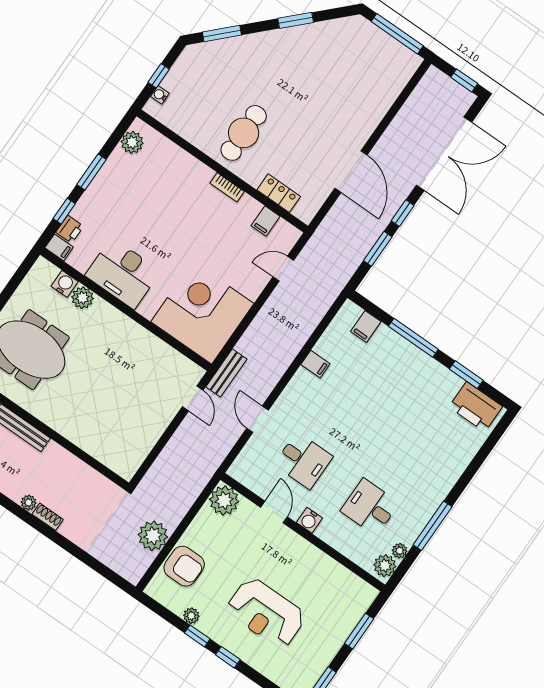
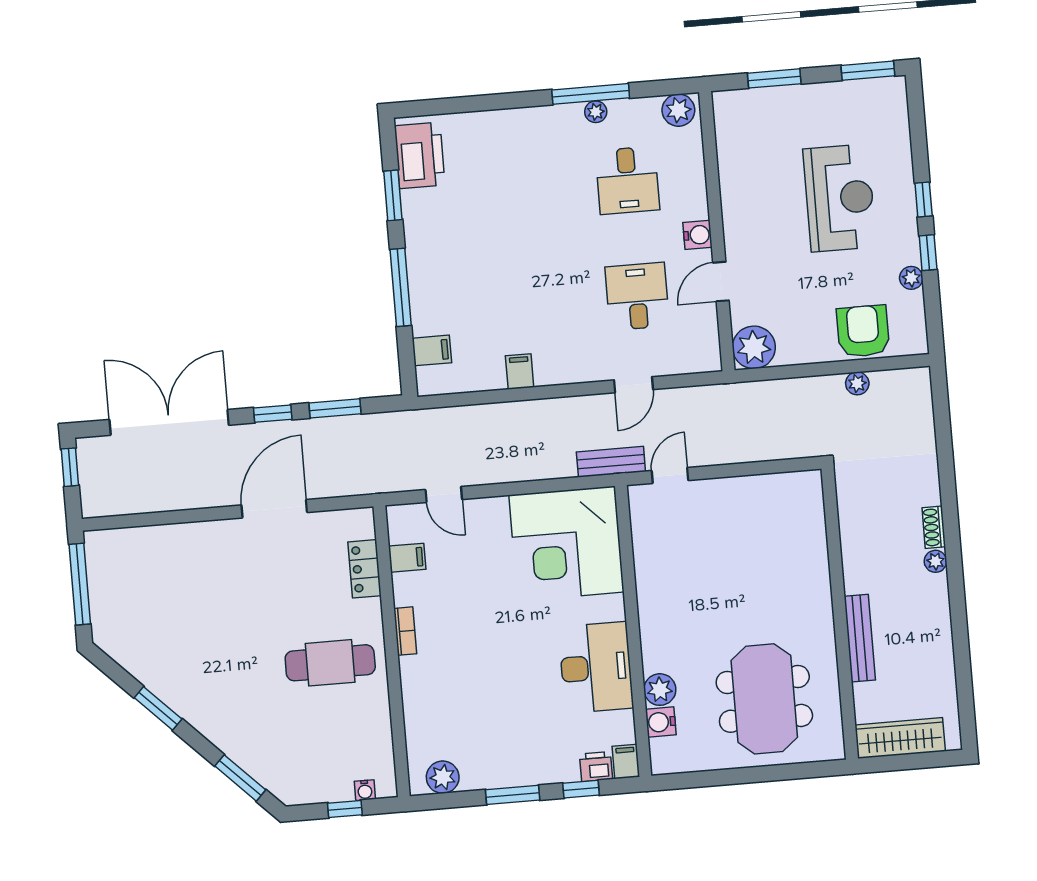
plant: (153, 536) -> (857, 383), width x0.53, depth x0.53
plant: (400, 551) -> (596, 112), moved

